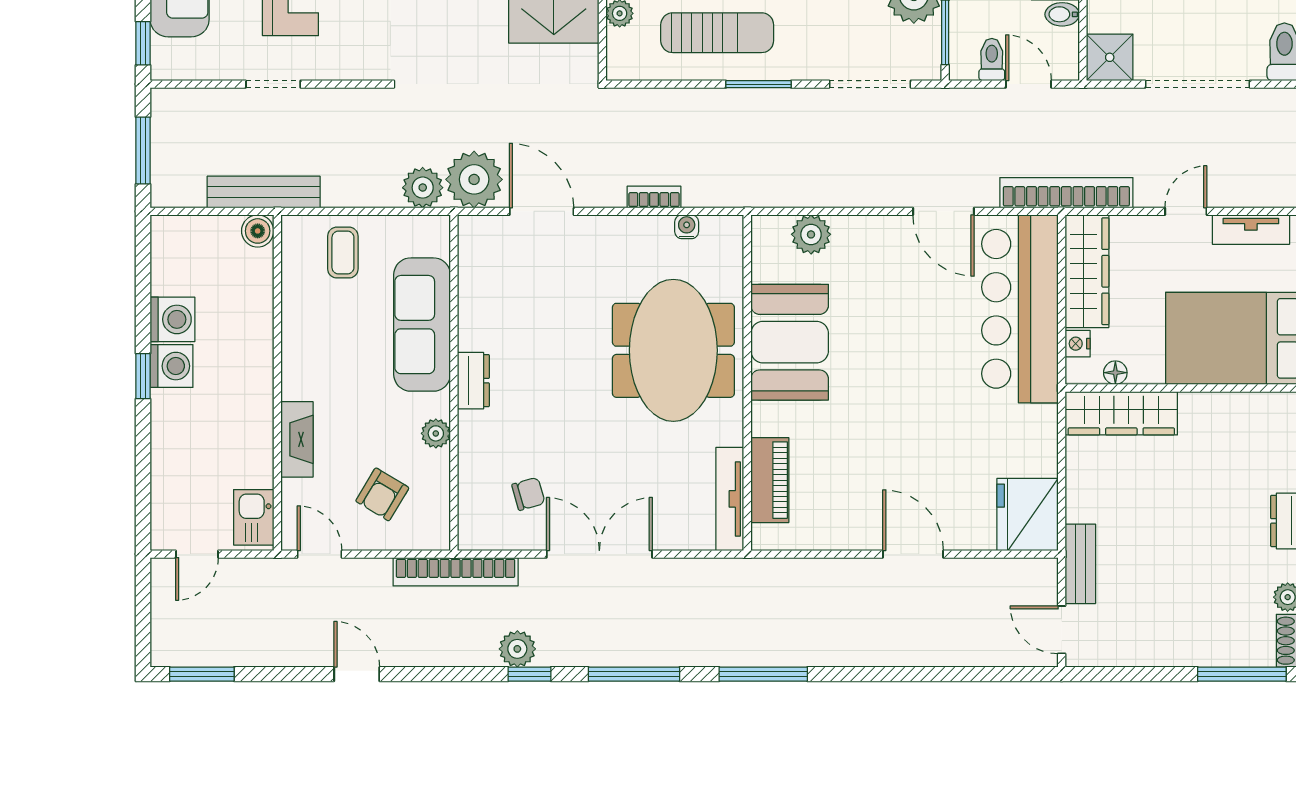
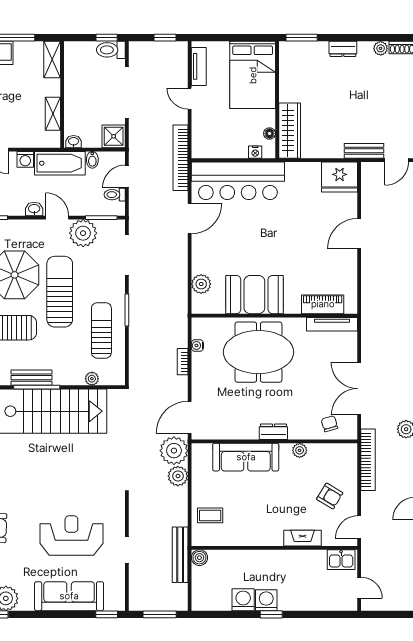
wardrobe: (1087, 271) -> (219, 148), removed
sofa: (422, 325) -> (246, 457), moved
dresser: (473, 381) -> (273, 432), moved
wall: (454, 383) -> (274, 441), moved
plant: (436, 433) -> (300, 450), moved

